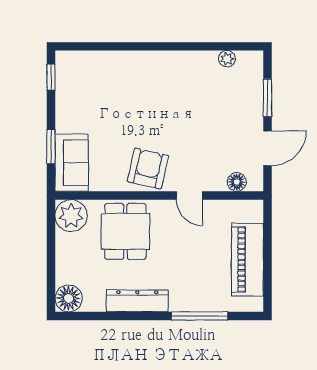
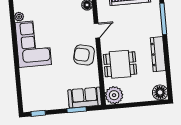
corner sofa: (176, 79) -> (33, 44), added

